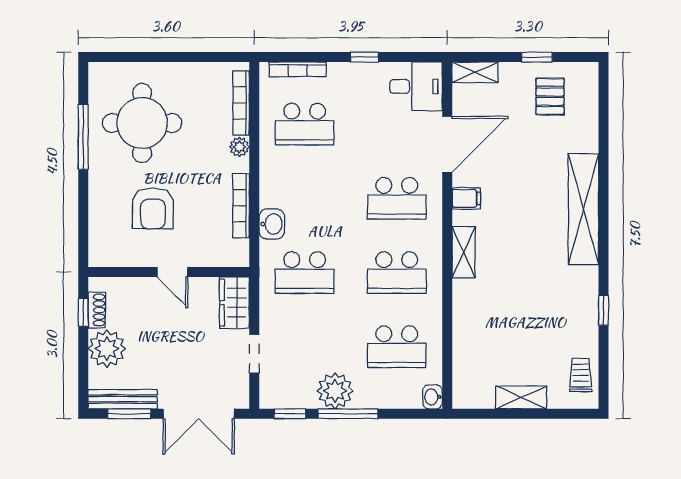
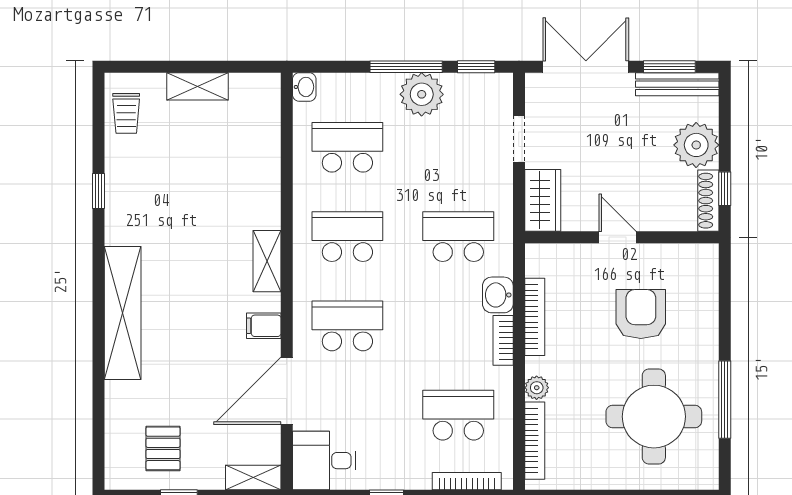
bookcase: (267, 186) -> (503, 340), added
shoe rack: (97, 310) -> (708, 201), width x1.43

